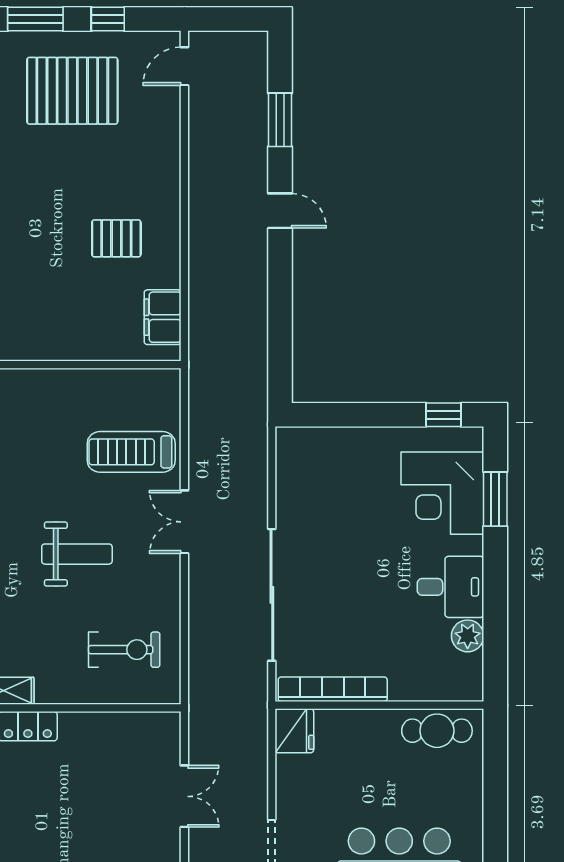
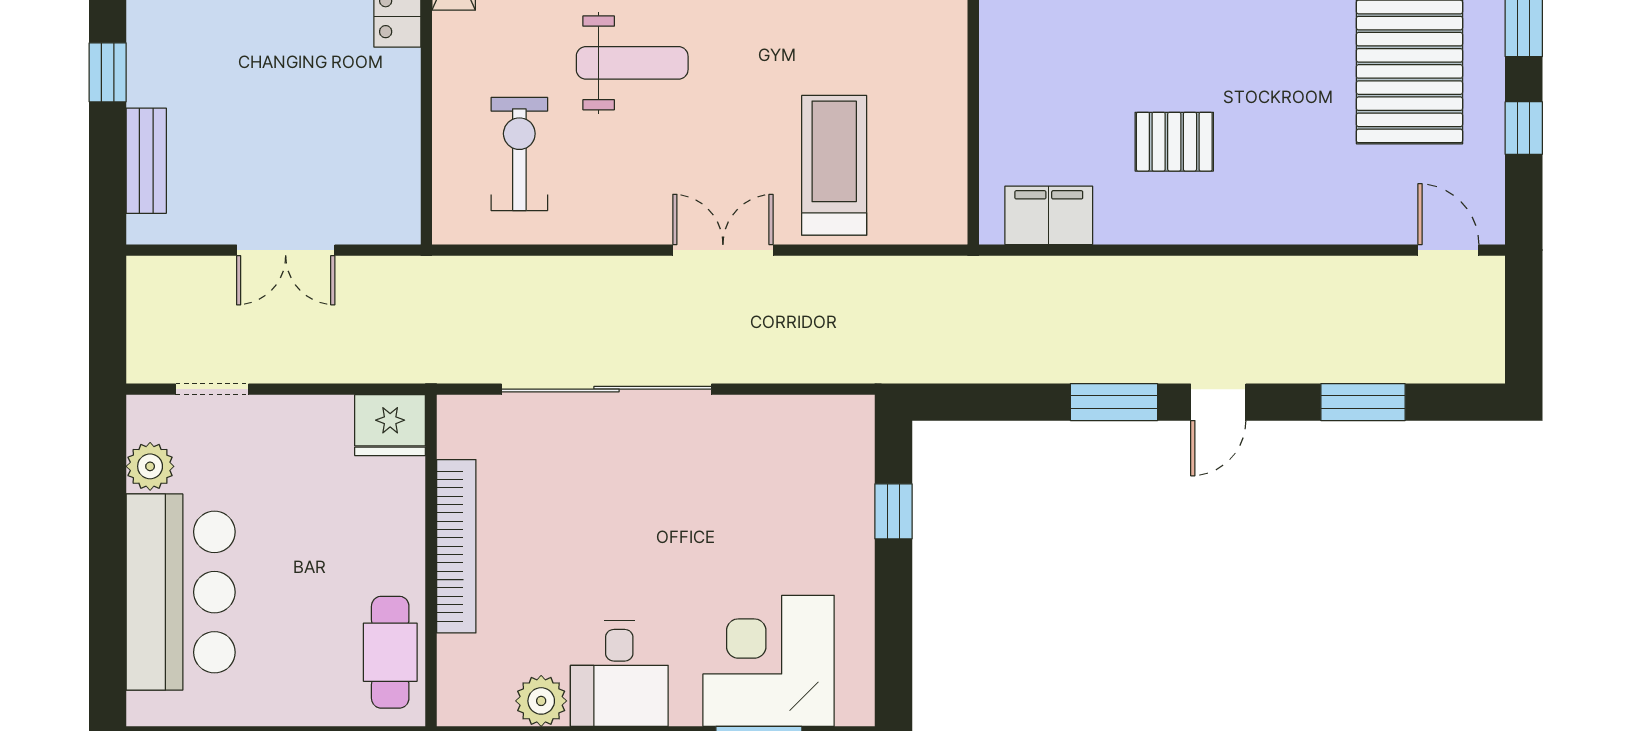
pallet: (116, 238) -> (1174, 142), turned 90
window: (280, 276) -> (1114, 402), added
window: (443, 415) -> (894, 511), moved
weight bench: (77, 554) -> (632, 63), moved, turned -90
exercise bike: (124, 650) -> (519, 154), turned 180
bookcase: (333, 689) -> (456, 546), moved

